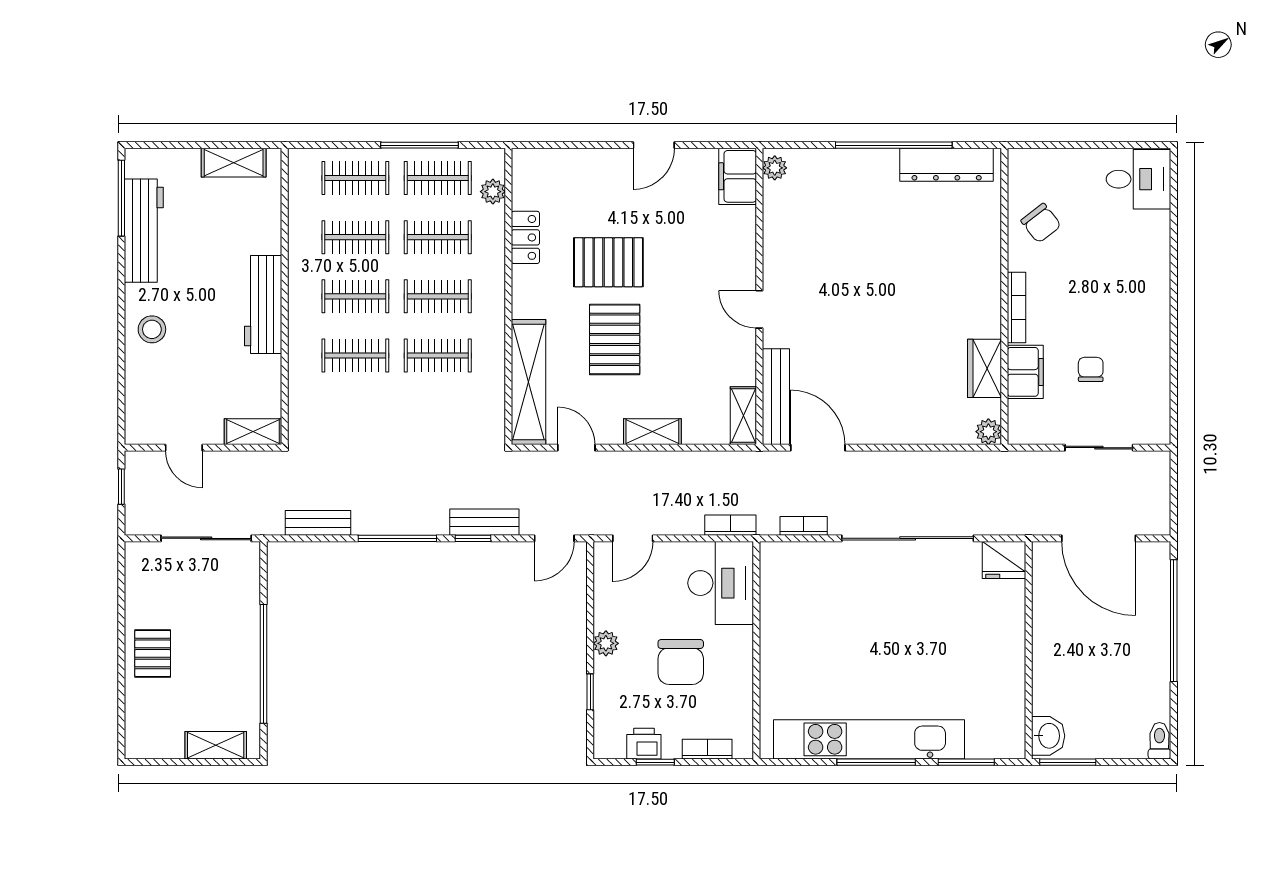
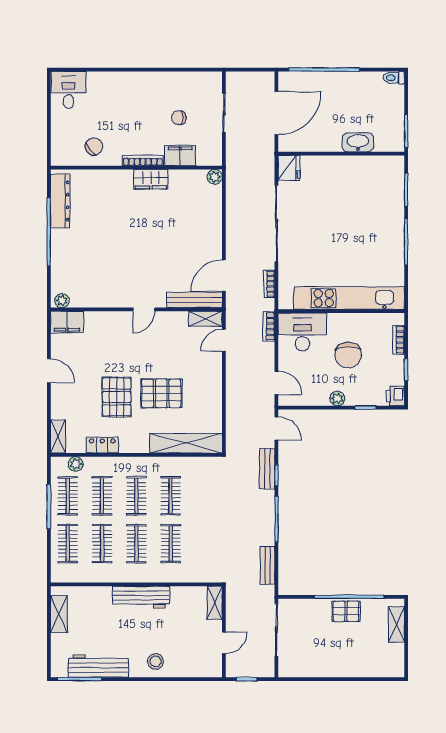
wardrobe: (984, 368) -> (151, 179), moved
shelving: (652, 432) -> (58, 436), moved
door: (576, 448) -> (224, 340), moved
pallet: (153, 653) -> (346, 611), moved
chair: (681, 662) -> (348, 355), turned 89
washbasin: (1048, 736) -> (358, 142), moved, width x1.38
kitchen unit: (869, 739) -> (349, 298), moved, turned 90
printer: (644, 744) -> (395, 396), moved

